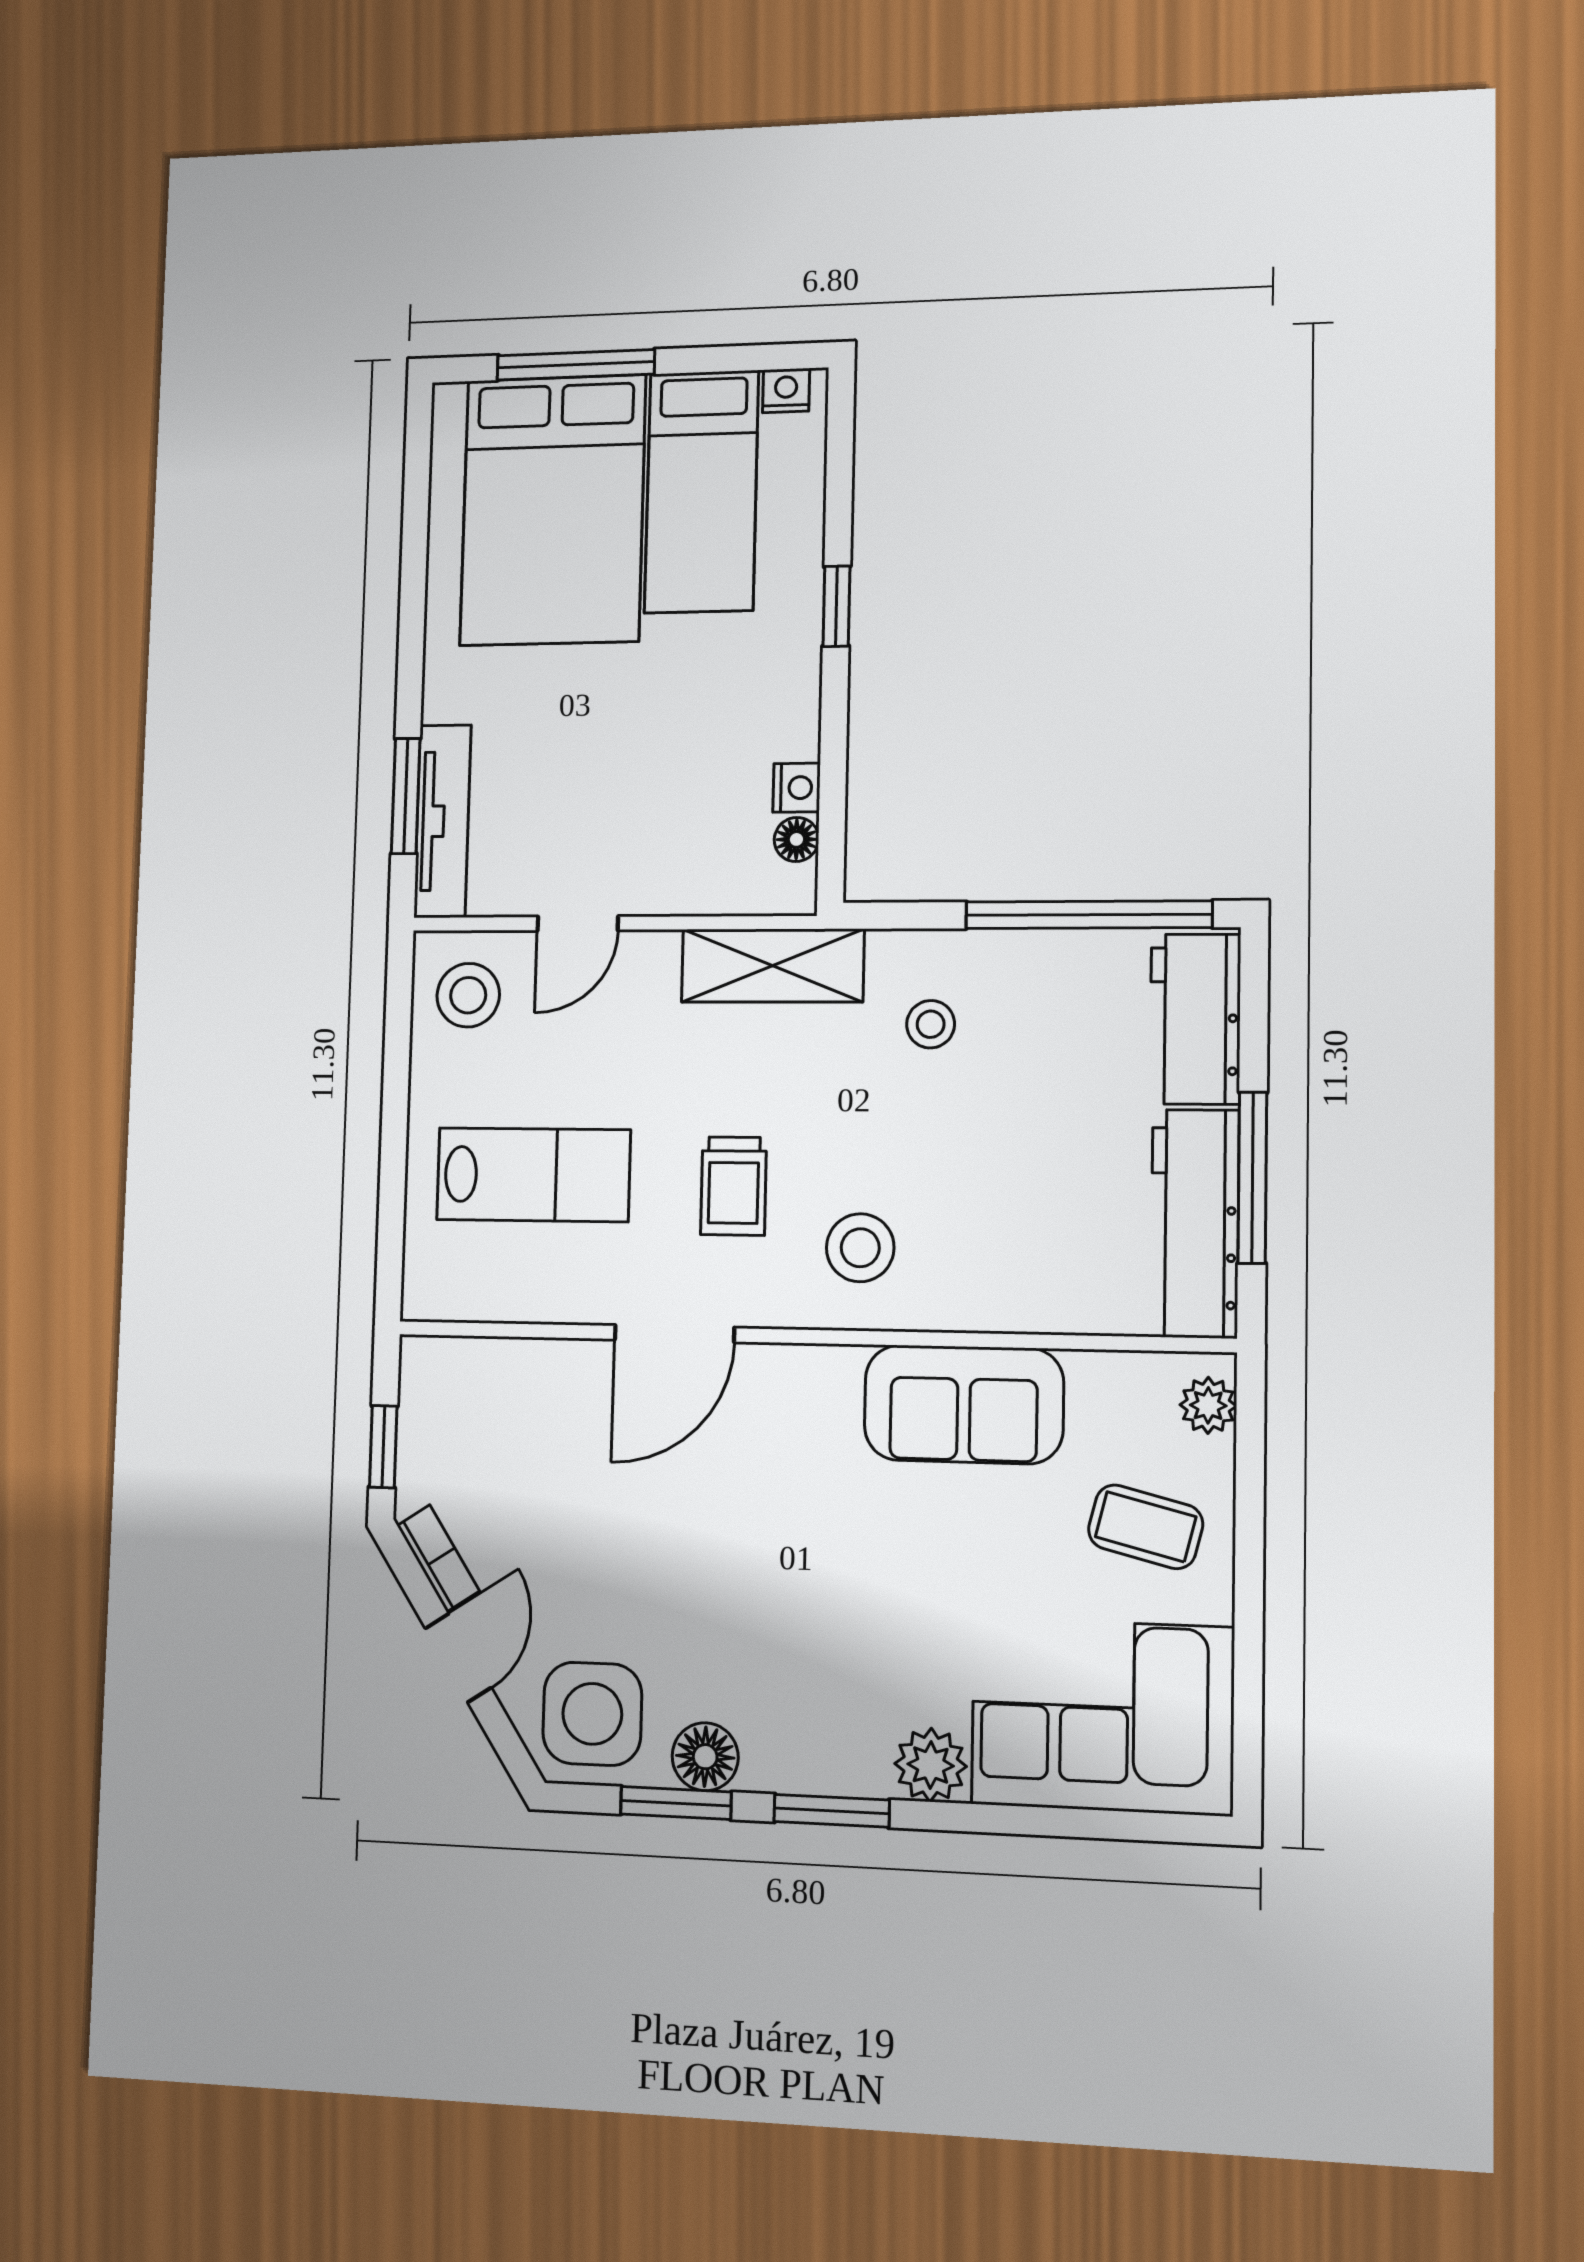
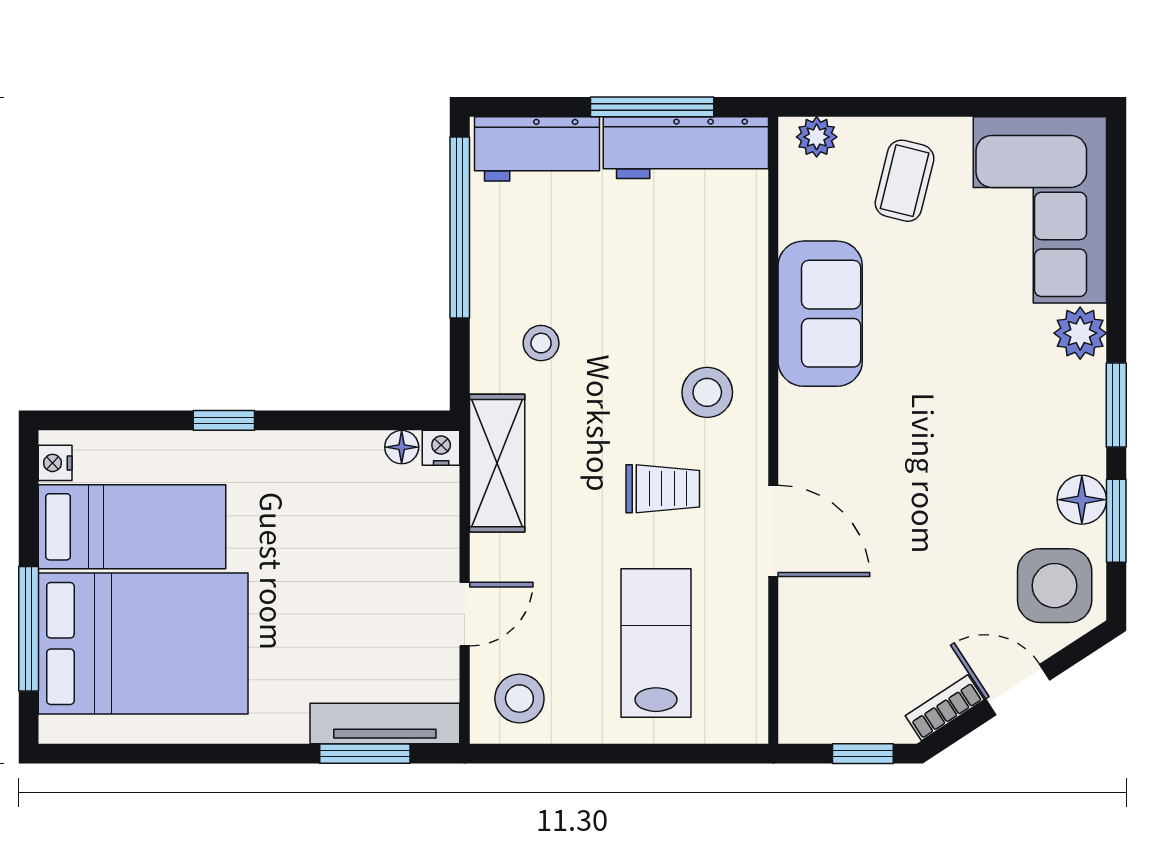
nightstand: (797, 788) -> (441, 448), moved
door: (578, 923) -> (465, 614), hinge flipped

